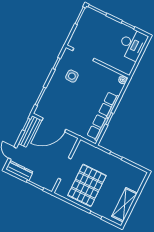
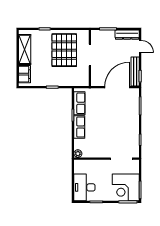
corner desk: (93, 25) -> (126, 187), added
side table: (72, 76) -> (122, 136), removed
filing cabinet: (136, 181) -> (24, 74), added

